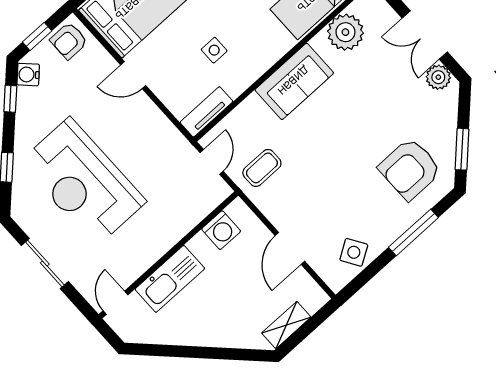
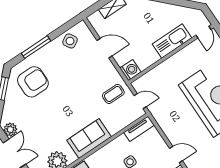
door: (212, 162) -> (140, 101), swing flipped
washing machine: (221, 230) -> (130, 70), moved, turned 90
door: (290, 248) -> (104, 48), hinge flipped

